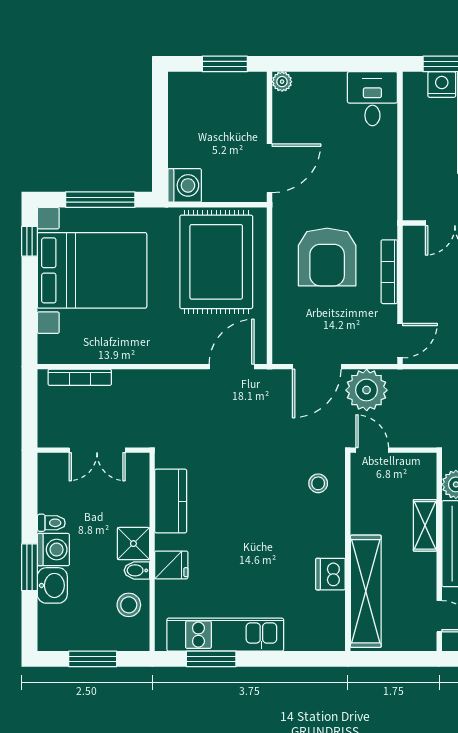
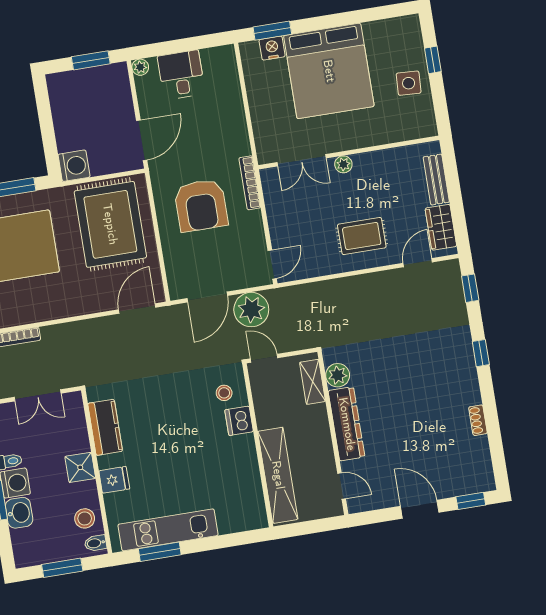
desk: (372, 99) -> (181, 75), moved
bookcase: (389, 272) -> (250, 183), moved
shelving: (425, 525) -> (313, 382), moved
bidet: (137, 570) -> (95, 543), moved
dishwasher: (330, 574) -> (239, 421), moved

